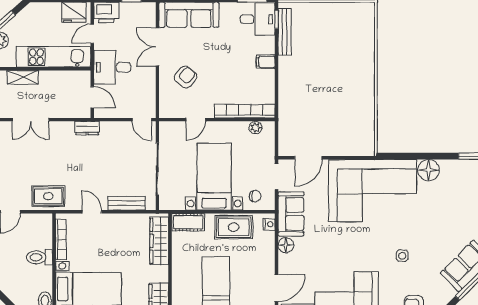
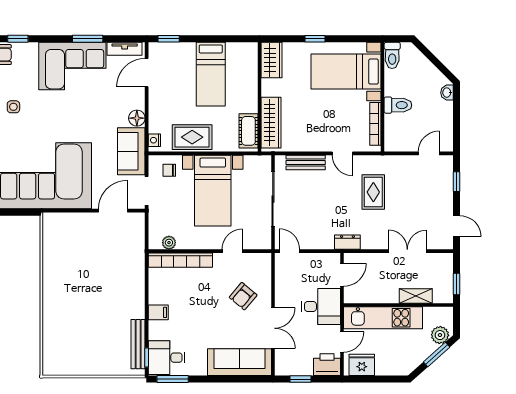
door: (92, 97) -> (342, 275), swing flipped
rug: (48, 196) -> (373, 192), moved, turned 90
cot: (188, 222) -> (248, 131), moved, turned 90

